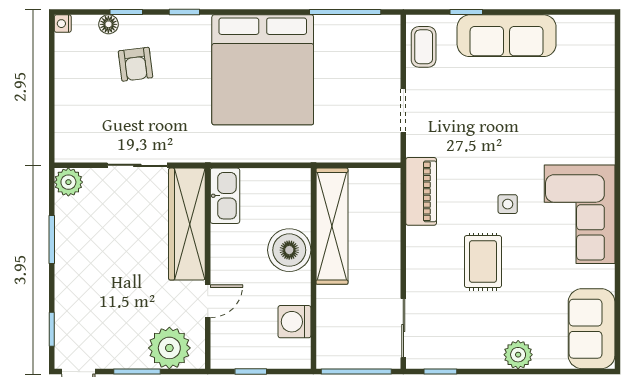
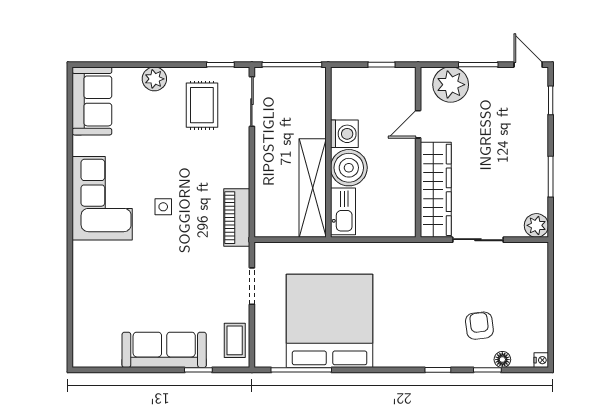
bed: (263, 70) -> (330, 321), moved
kitchen sink: (225, 196) -> (343, 211), moved, turned 180
rug: (483, 262) -> (202, 105), moved
washing machine: (294, 322) -> (344, 134), moved

